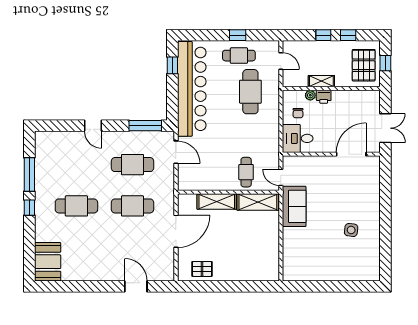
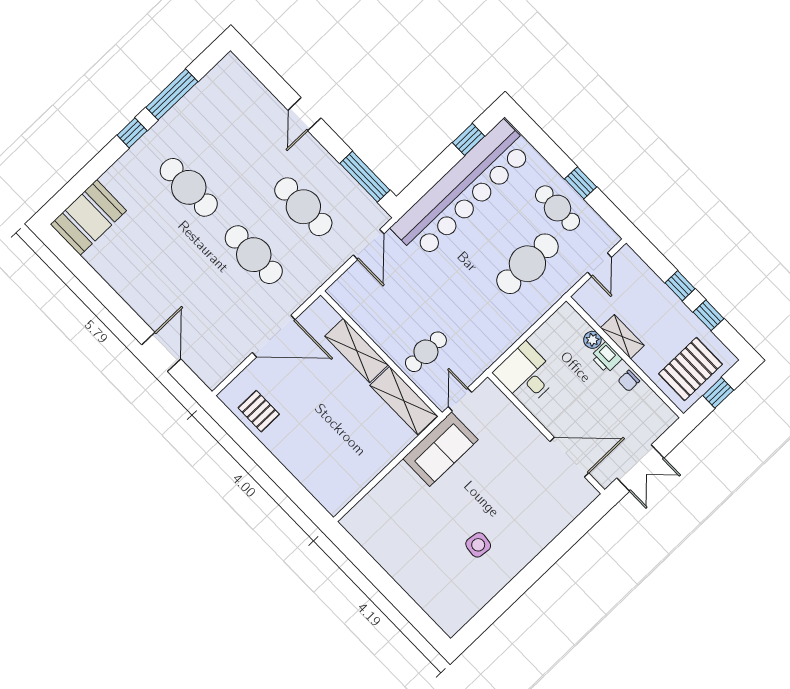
chair: (298, 113) -> (629, 381), moved

